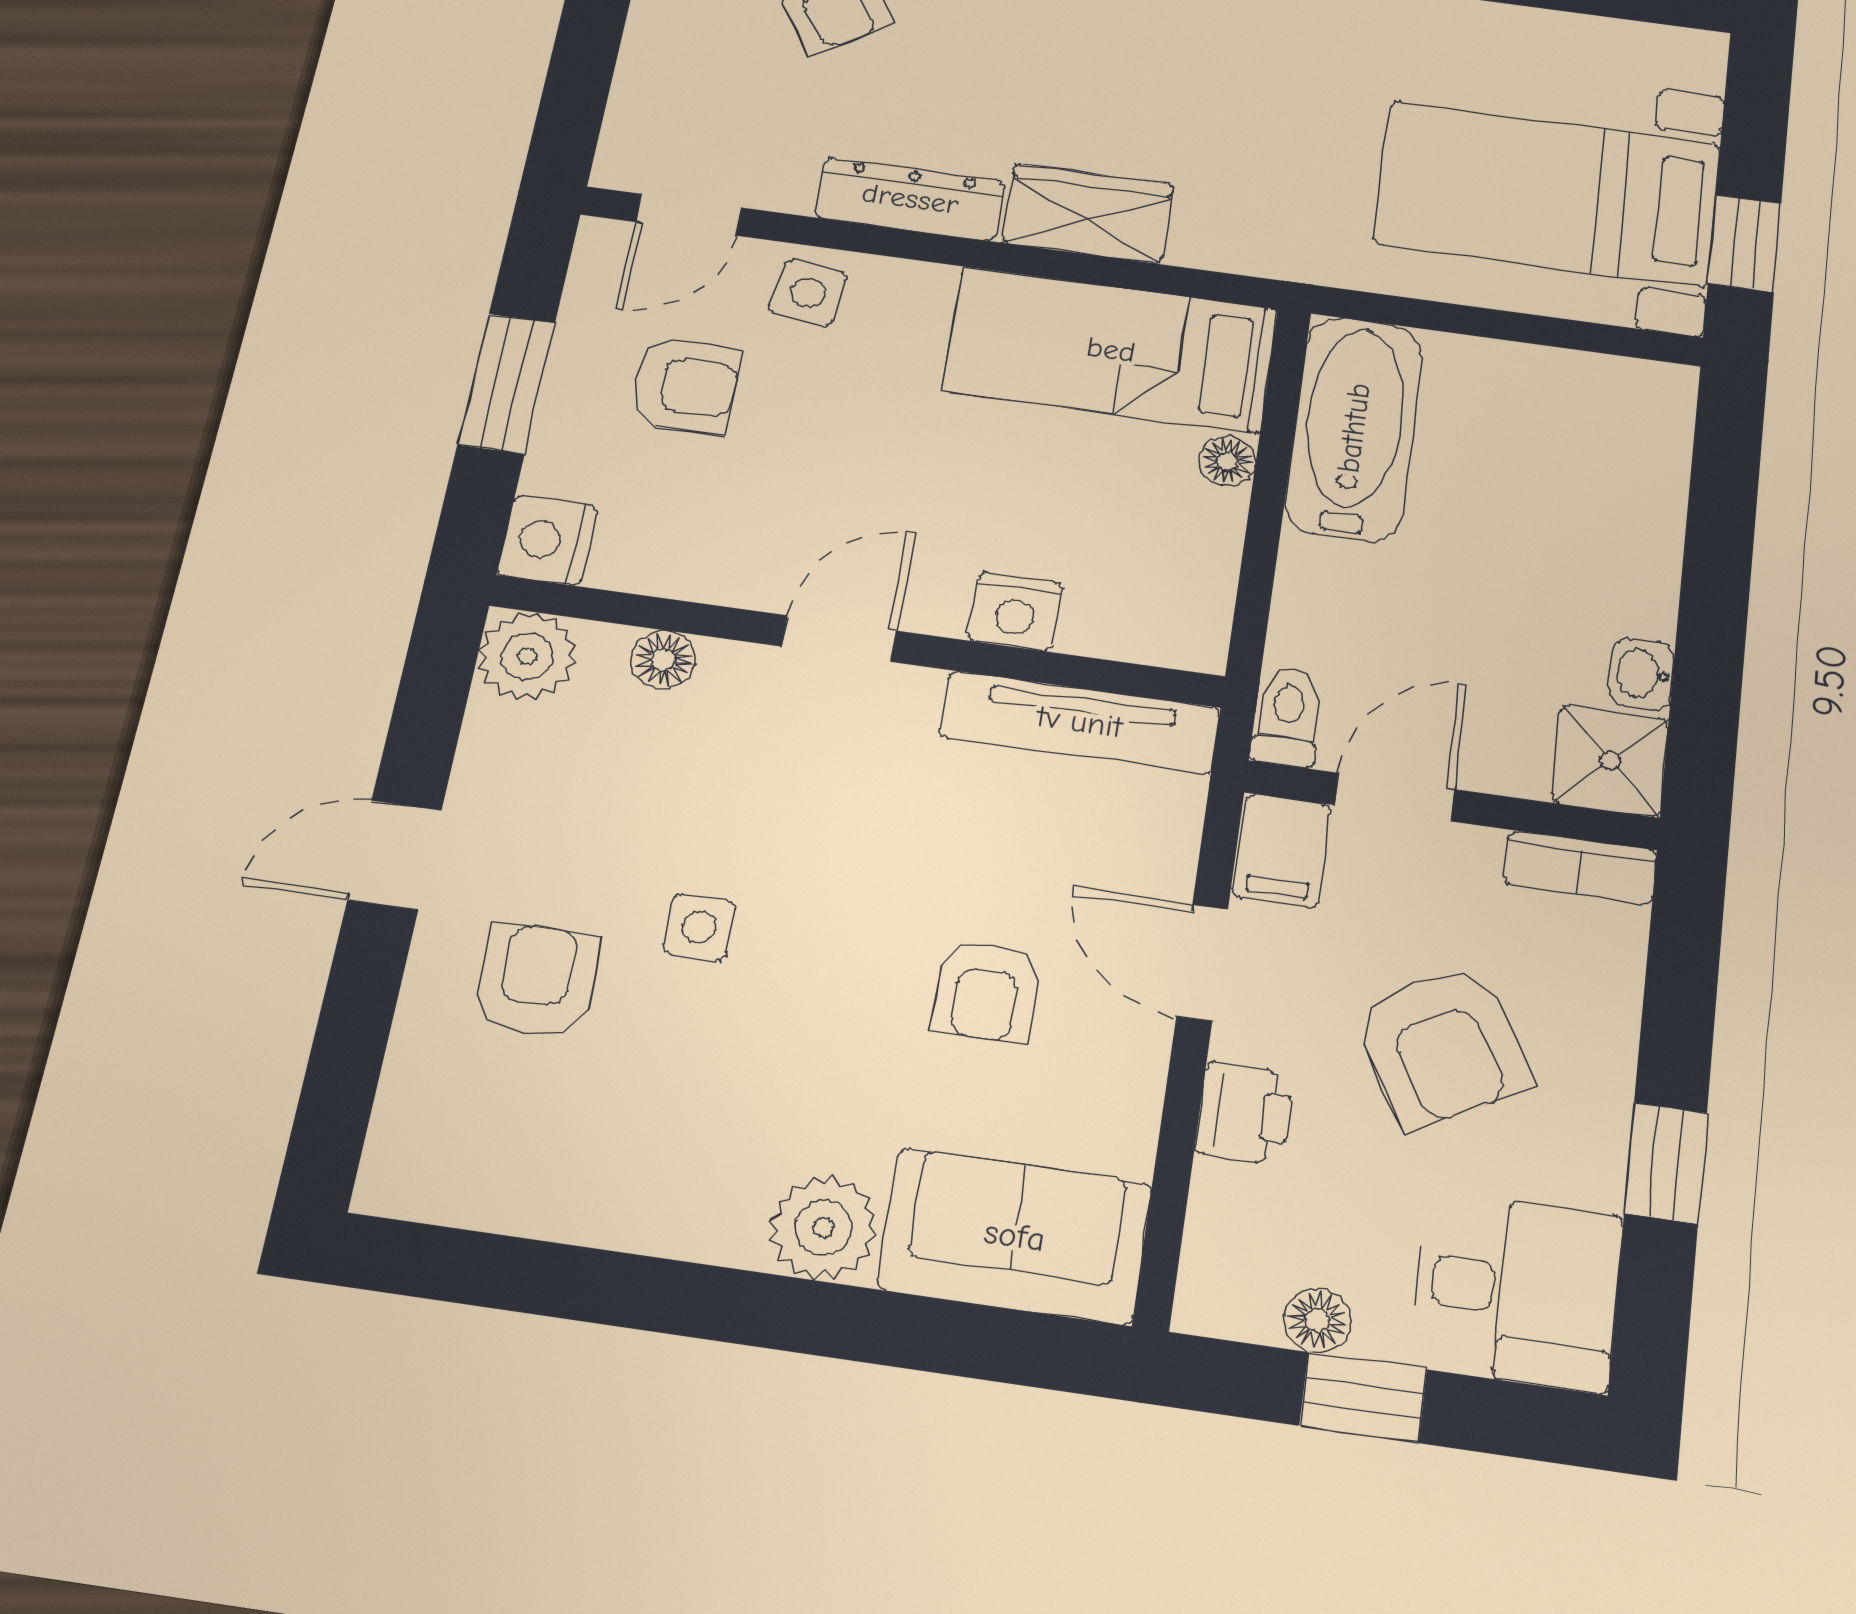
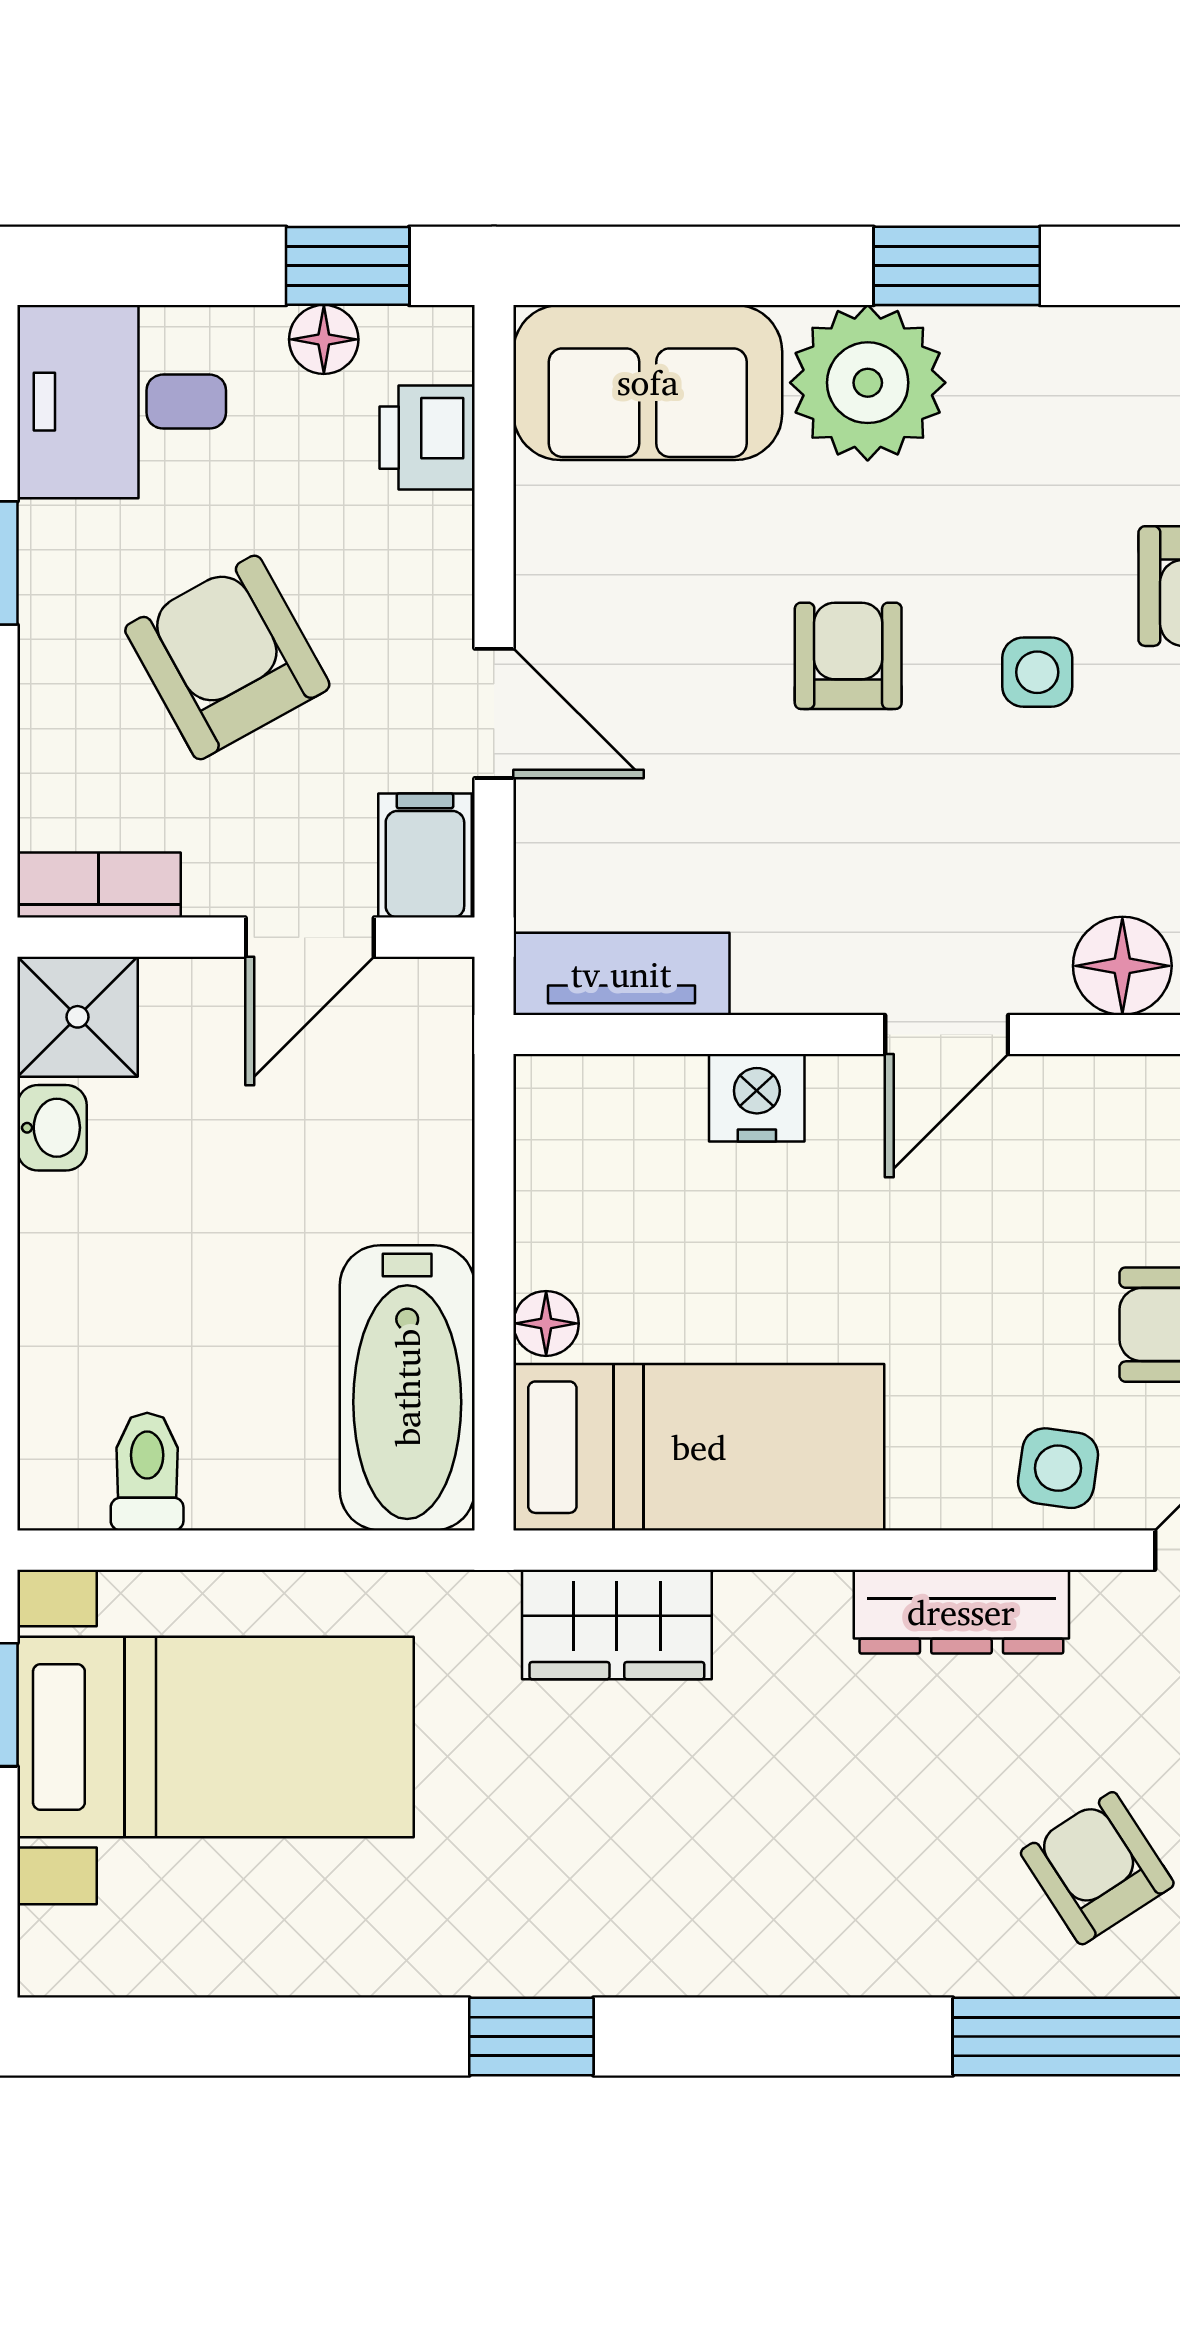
wardrobe: (1088, 214) -> (617, 1625), moved
floor lamp: (663, 660) -> (1122, 966), width x1.37, depth x1.37
toilet: (1288, 717) -> (147, 1472), moved, turned 180
tv unit: (1080, 722) -> (621, 974), width x0.71
armchair: (986, 991) -> (848, 656), moved
printer: (1245, 1113) -> (427, 438), moved
plant: (824, 1228) -> (868, 383), width x1.36, depth x1.36
window: (703, 1301) -> (957, 266), added
window: (1363, 1397) -> (348, 266), moved

